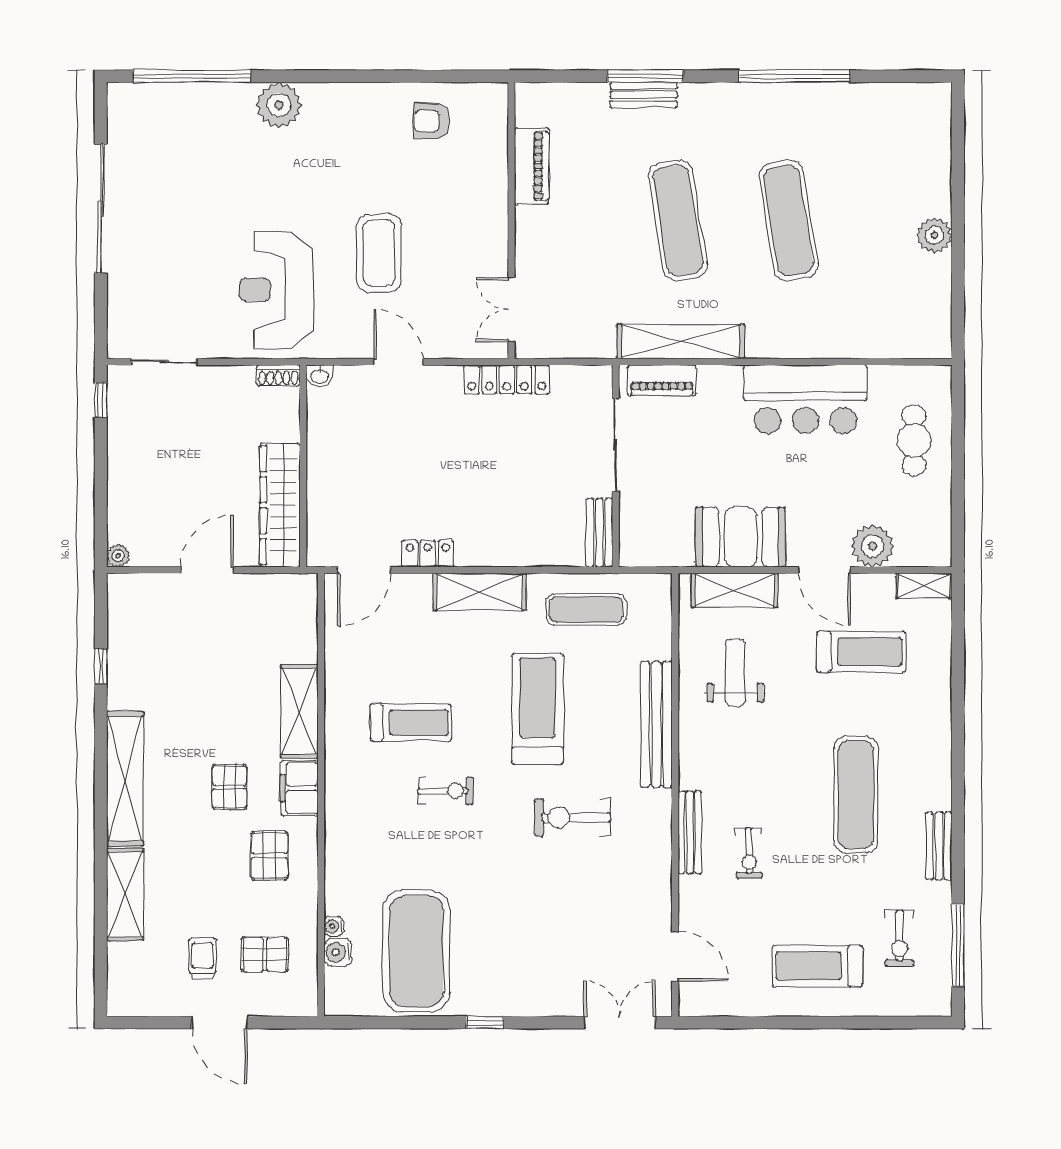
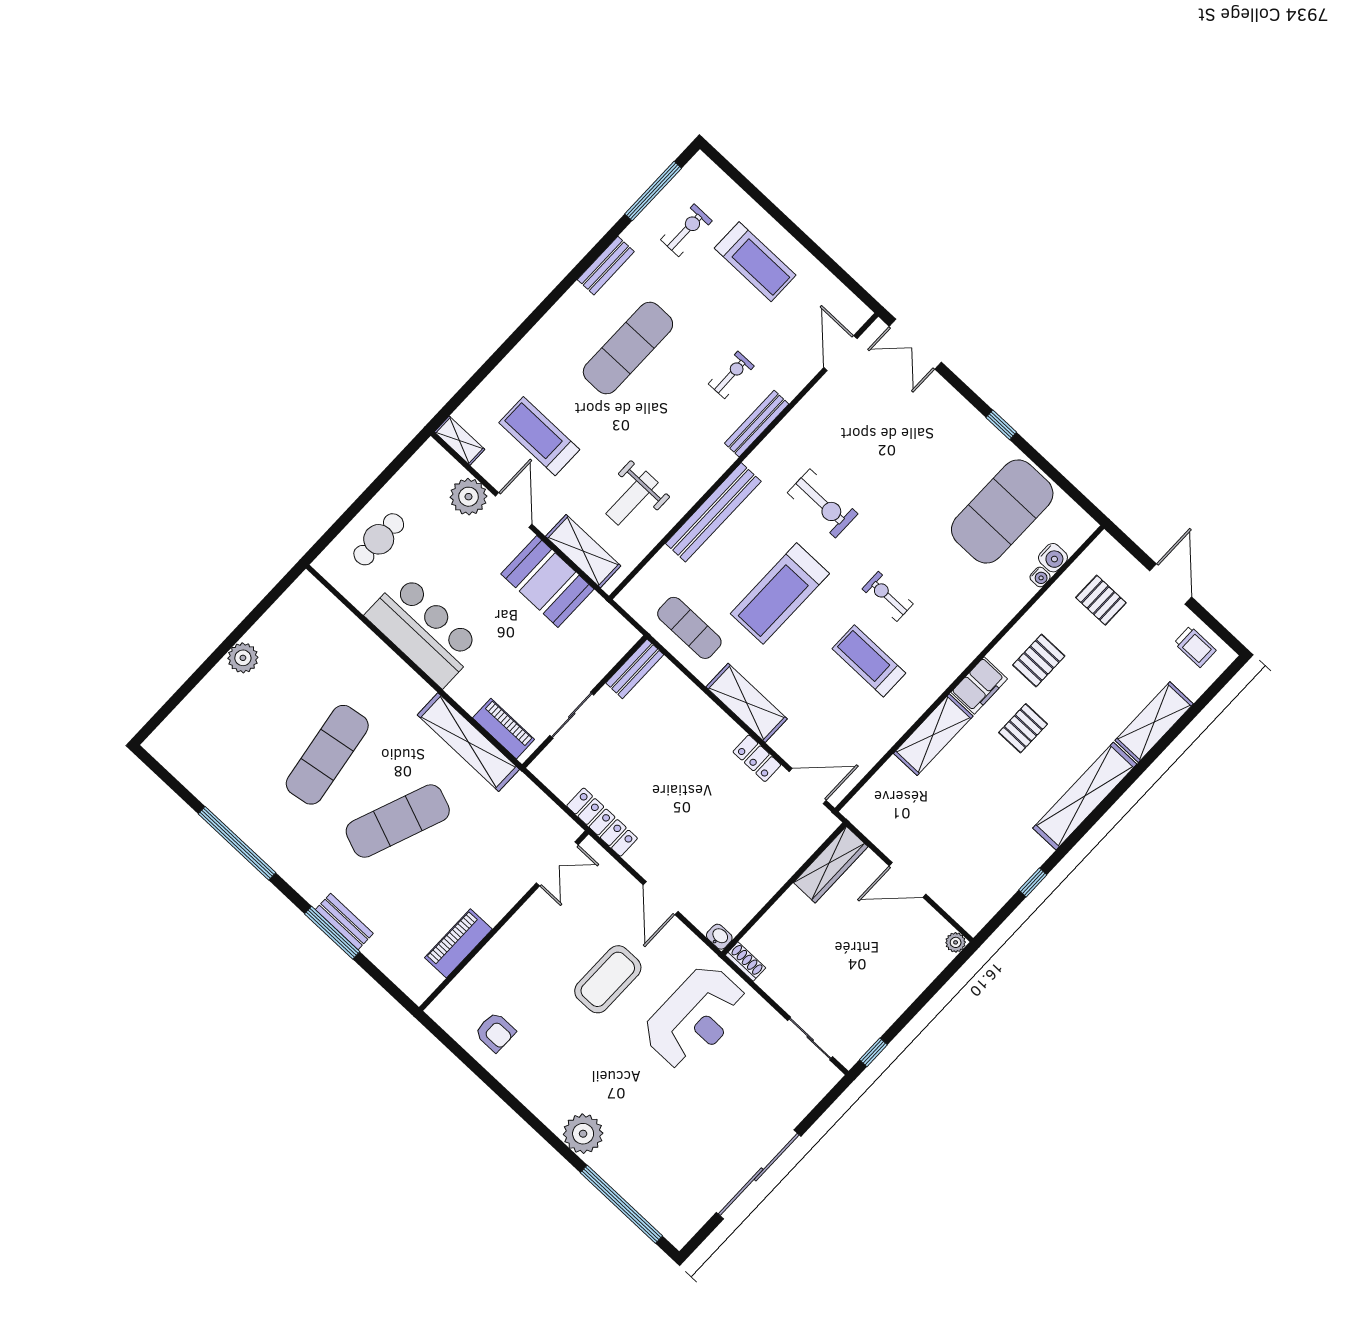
exercise mat: (678, 221) -> (398, 821), turned 30
sliding door: (616, 445) -> (572, 715), width x0.73
wardrobe: (280, 505) -> (831, 865), width x0.71, depth x0.85
trolley: (203, 959) -> (1195, 647), moved, turned -90

